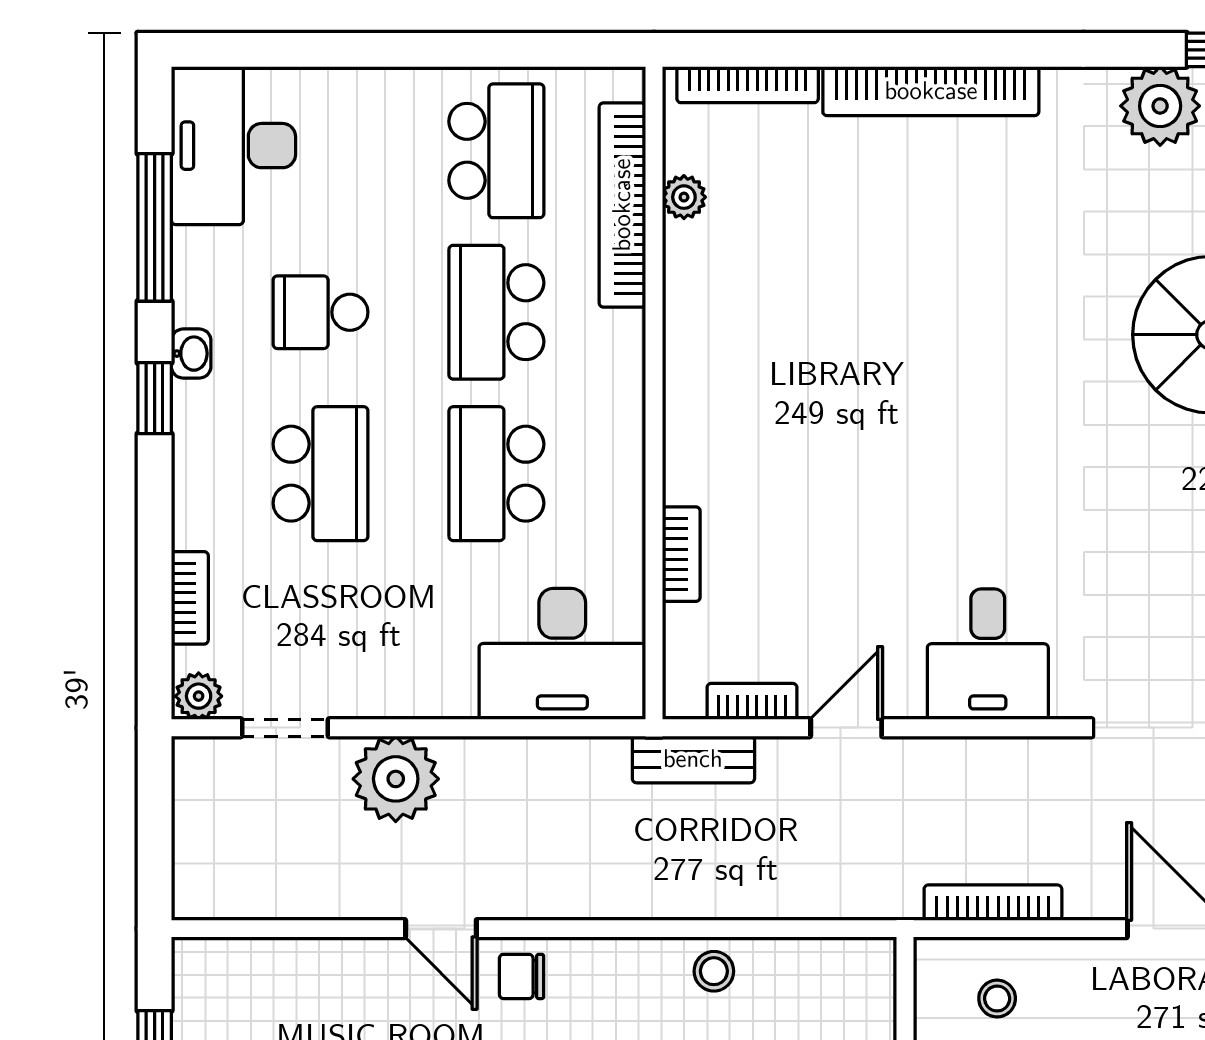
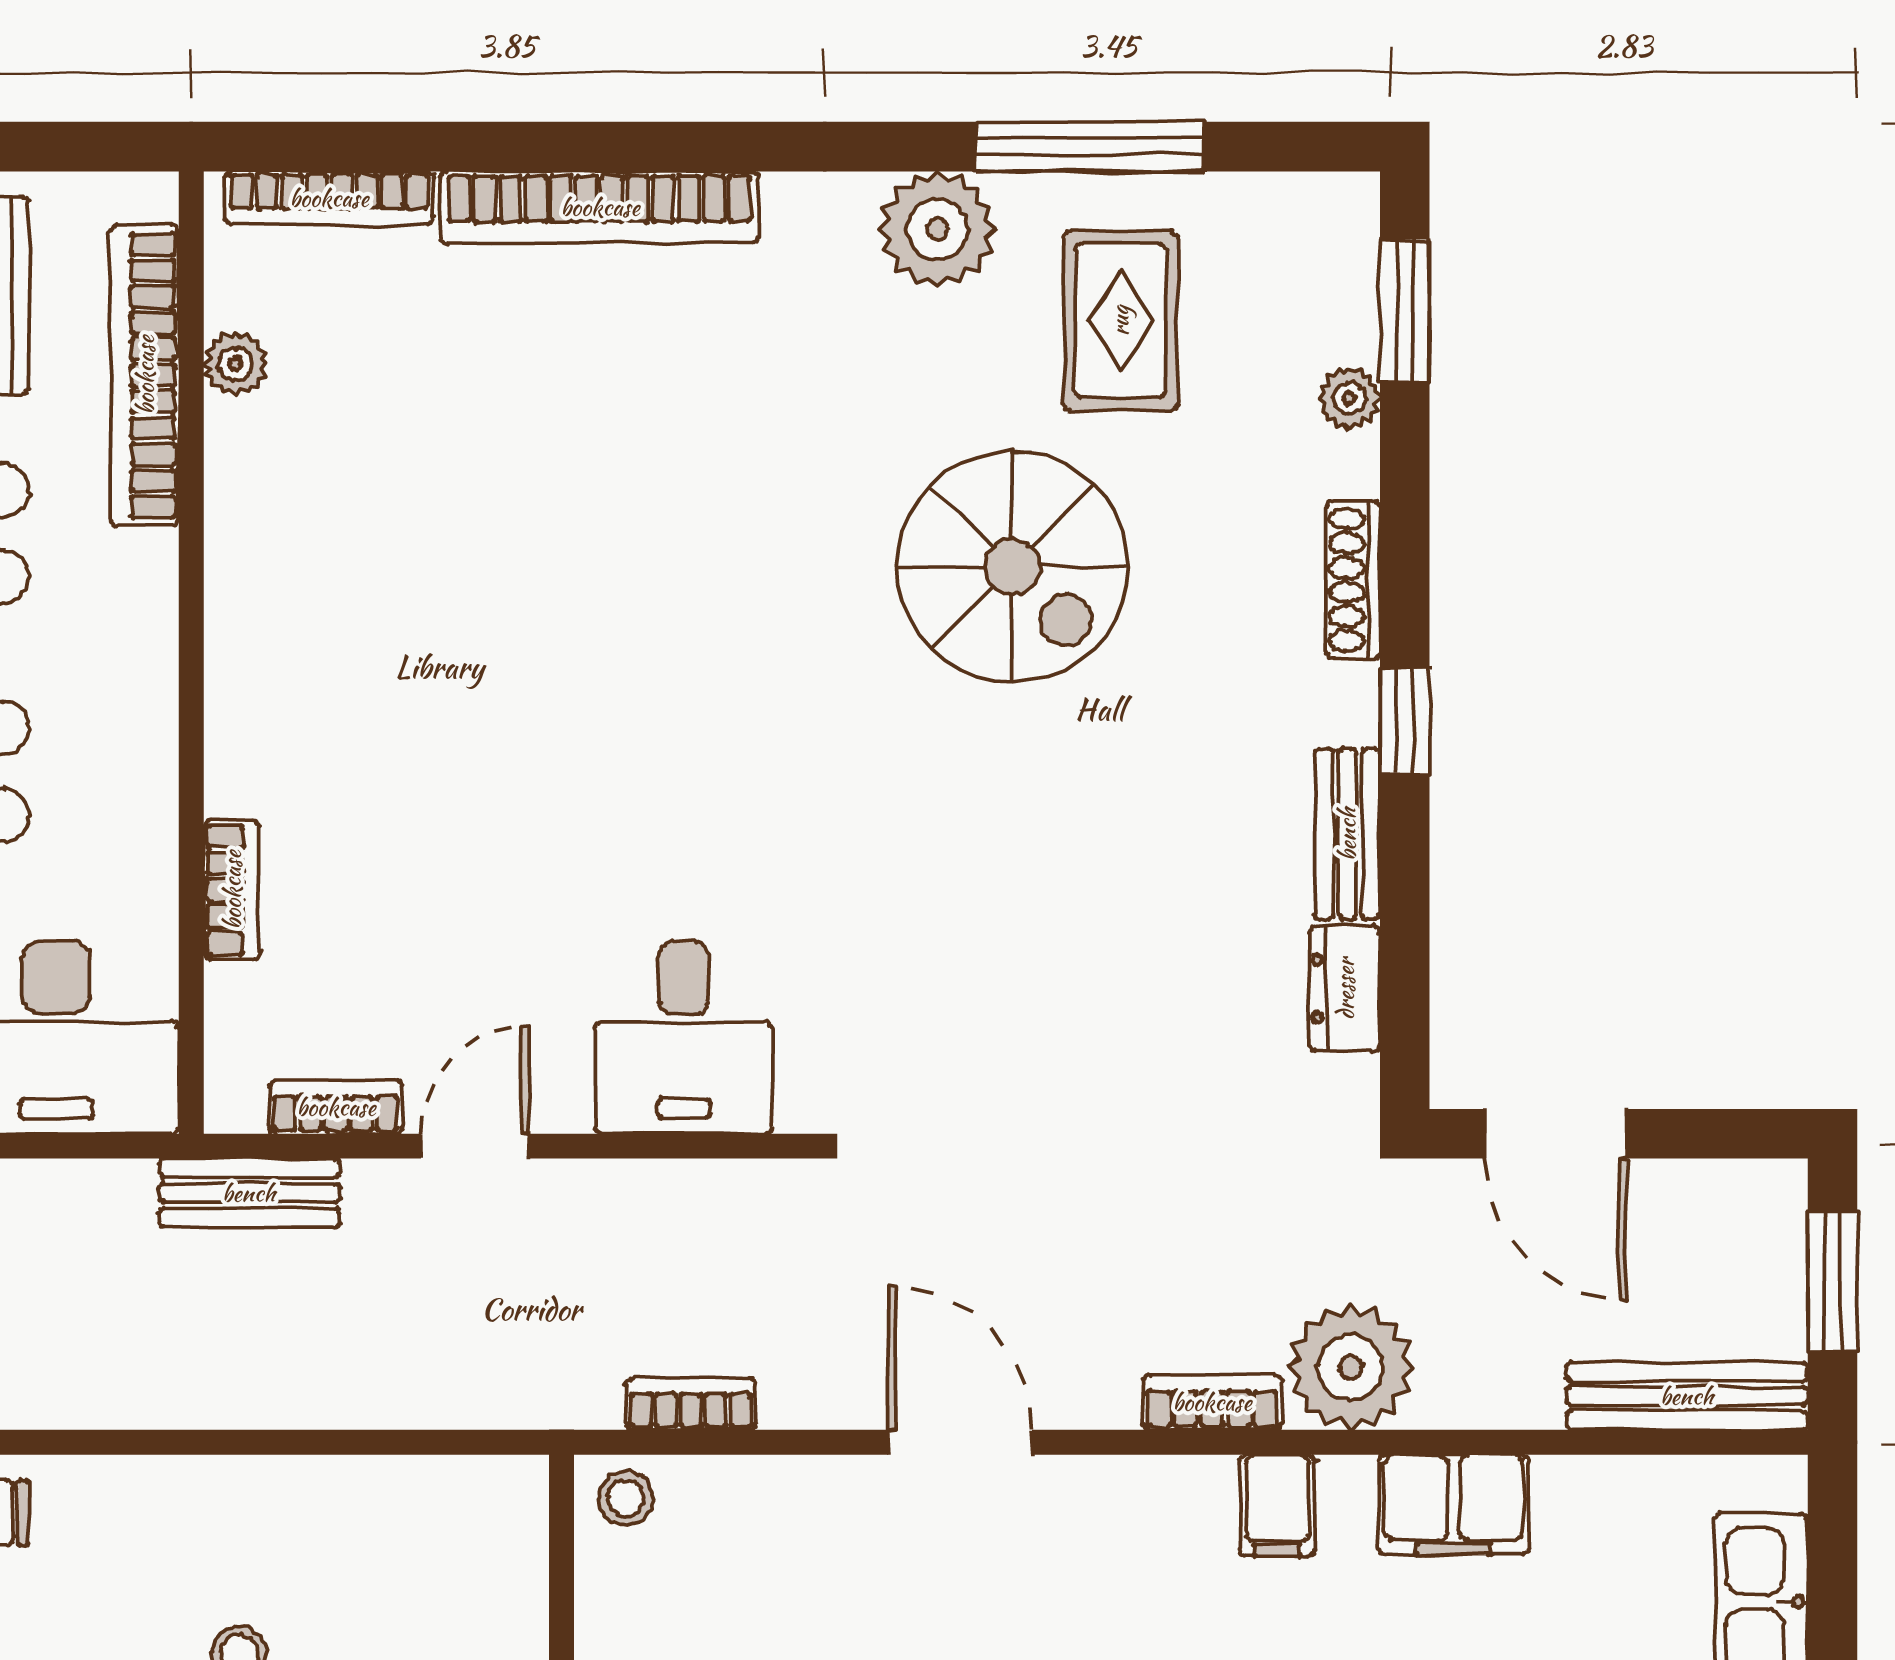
bookcase: (993, 903) -> (691, 1404), width x0.64
stool: (714, 971) -> (280, 1505), removed
stool: (997, 999) -> (626, 1498), moved

